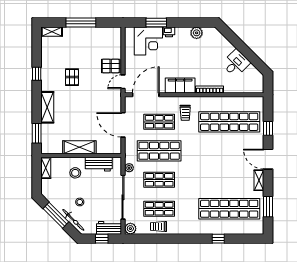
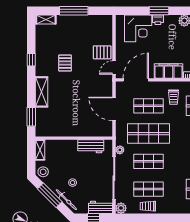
window: (156, 22) -> (159, 11), moved
shelving: (79, 147) -> (72, 130), removed
stool: (75, 173) -> (43, 172), moved

